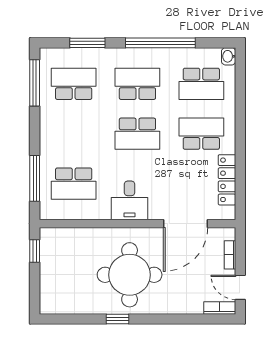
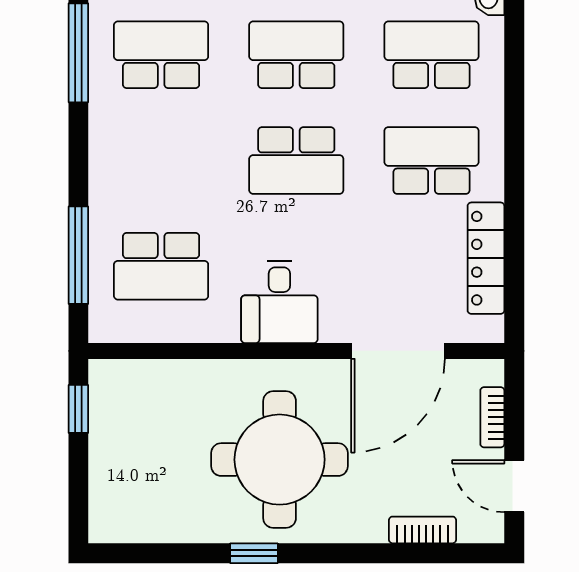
school desk: (201, 84) -> (432, 55), turned 180
bookcase: (220, 308) -> (423, 530), moved

